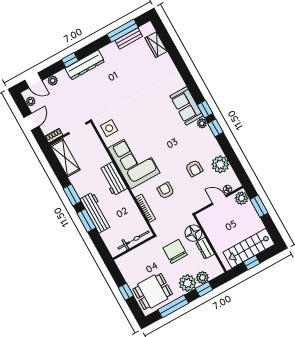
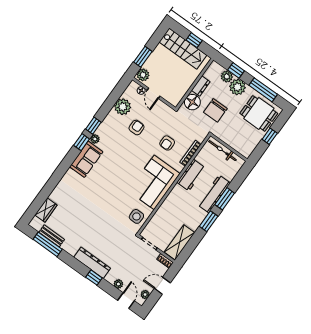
workbench: (113, 179) -> (191, 175), moved

